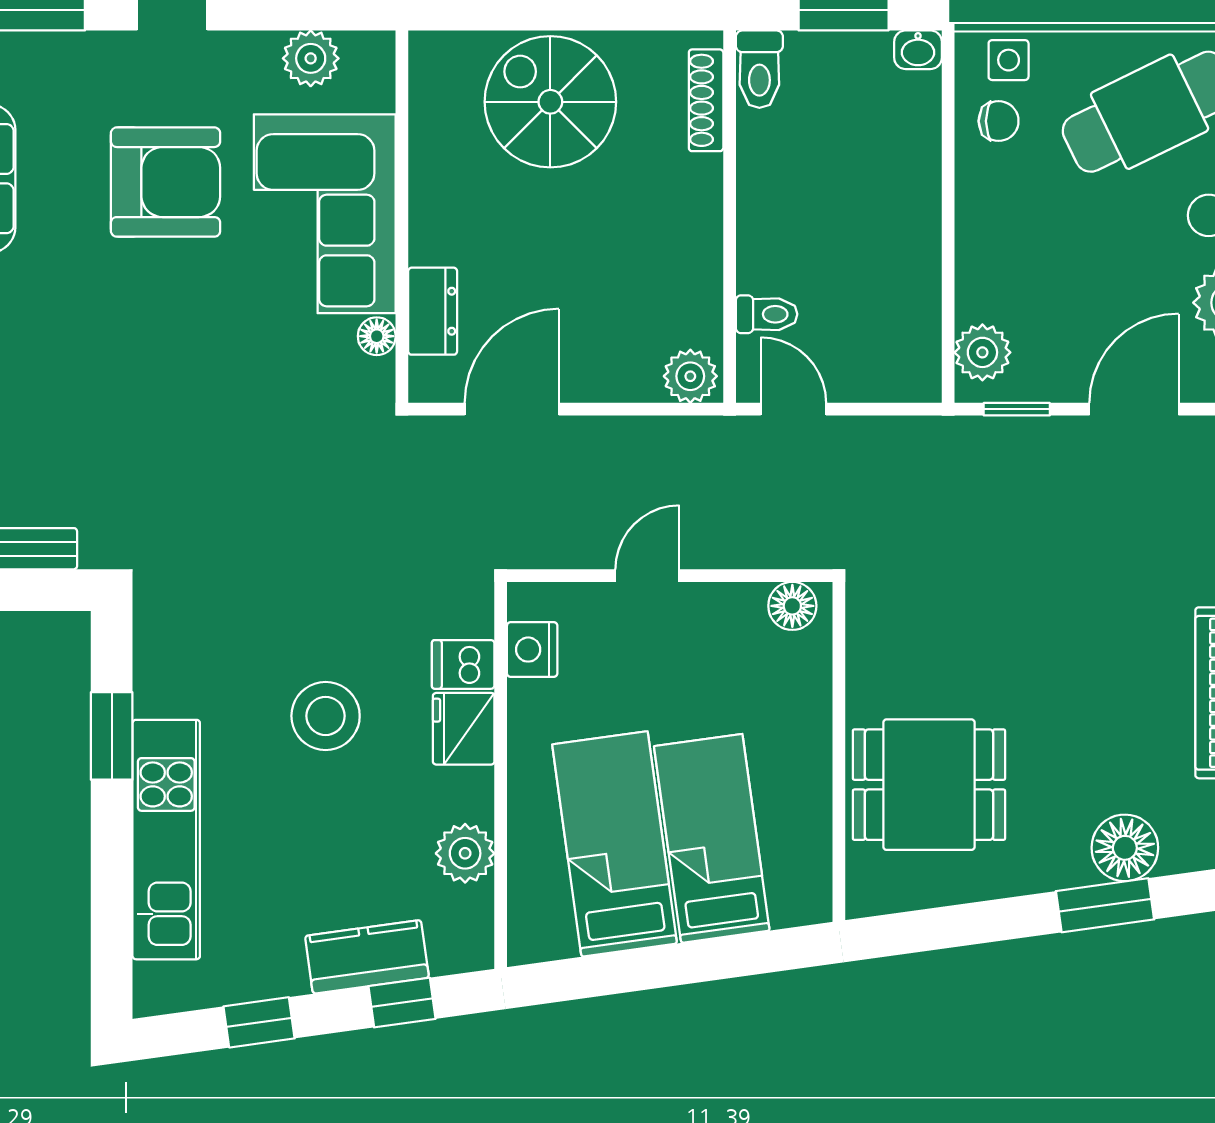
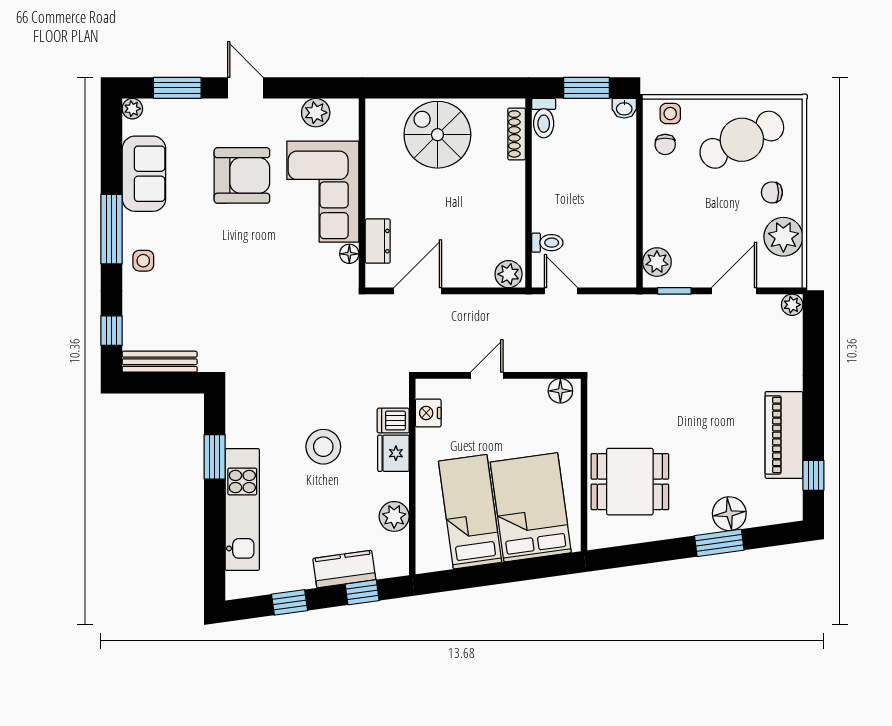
chair: (999, 121) -> (665, 144), turned 90
bed: (712, 838) -> (531, 507), width x1.50

